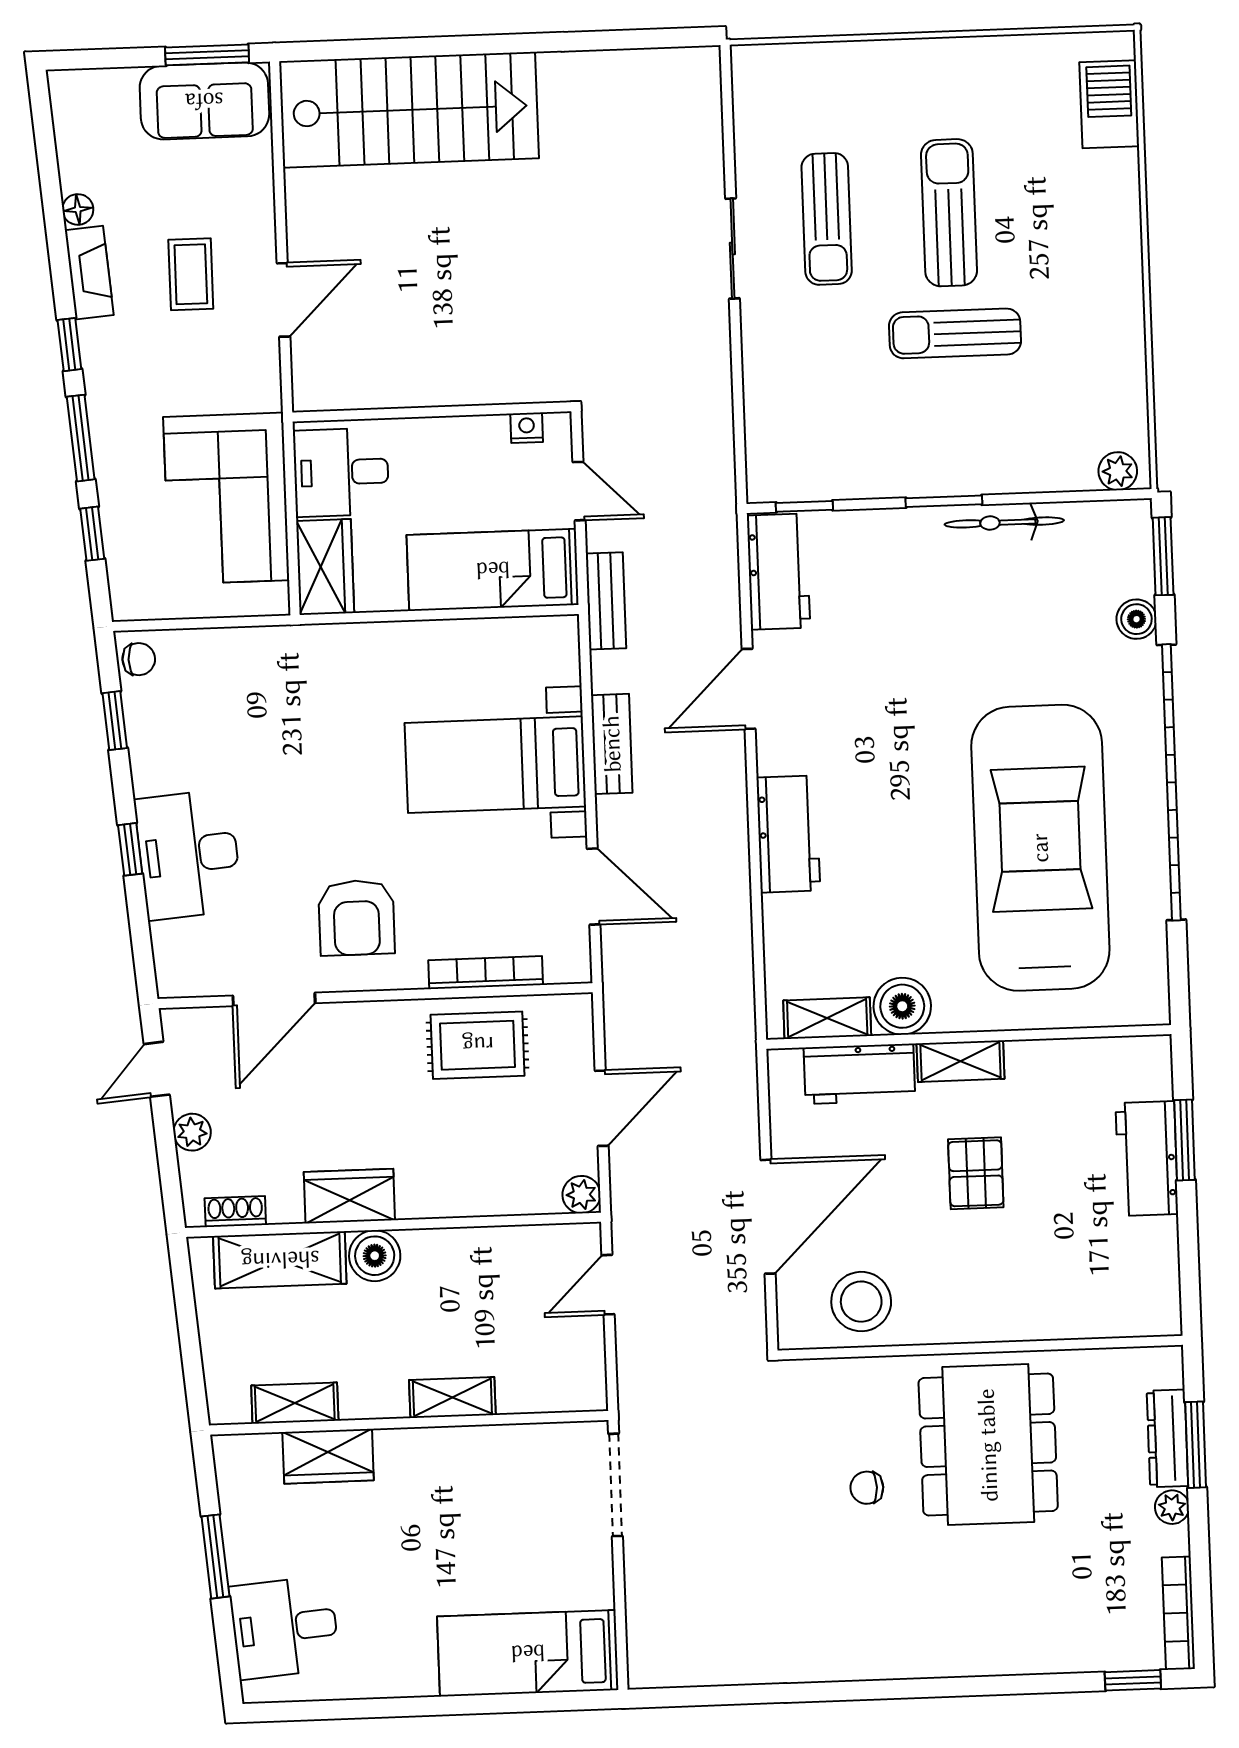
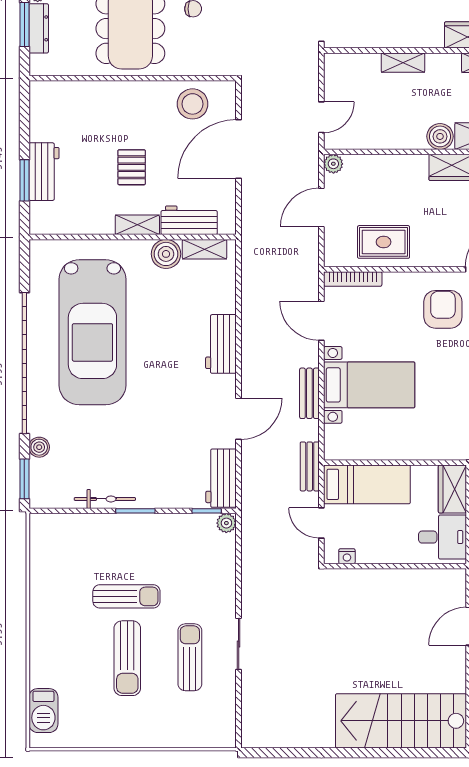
plant: (1118, 471) -> (226, 523), moved
bookcase: (486, 972) -> (353, 279), moved

